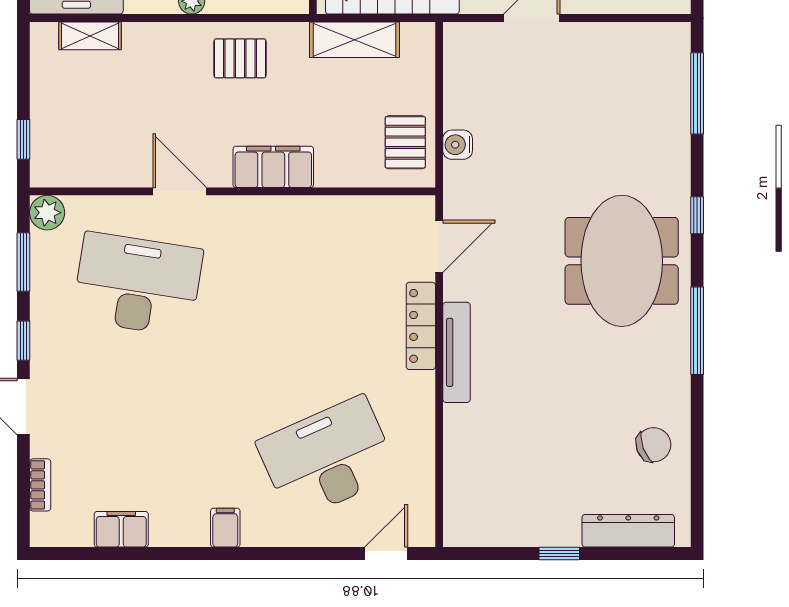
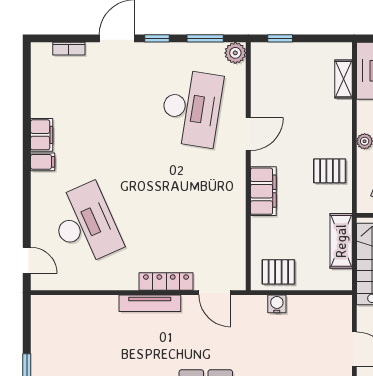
pallet: (240, 58) -> (330, 171), turned 90
filing cabinet: (121, 529) -> (42, 135), moved

